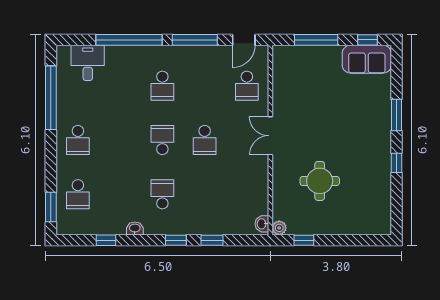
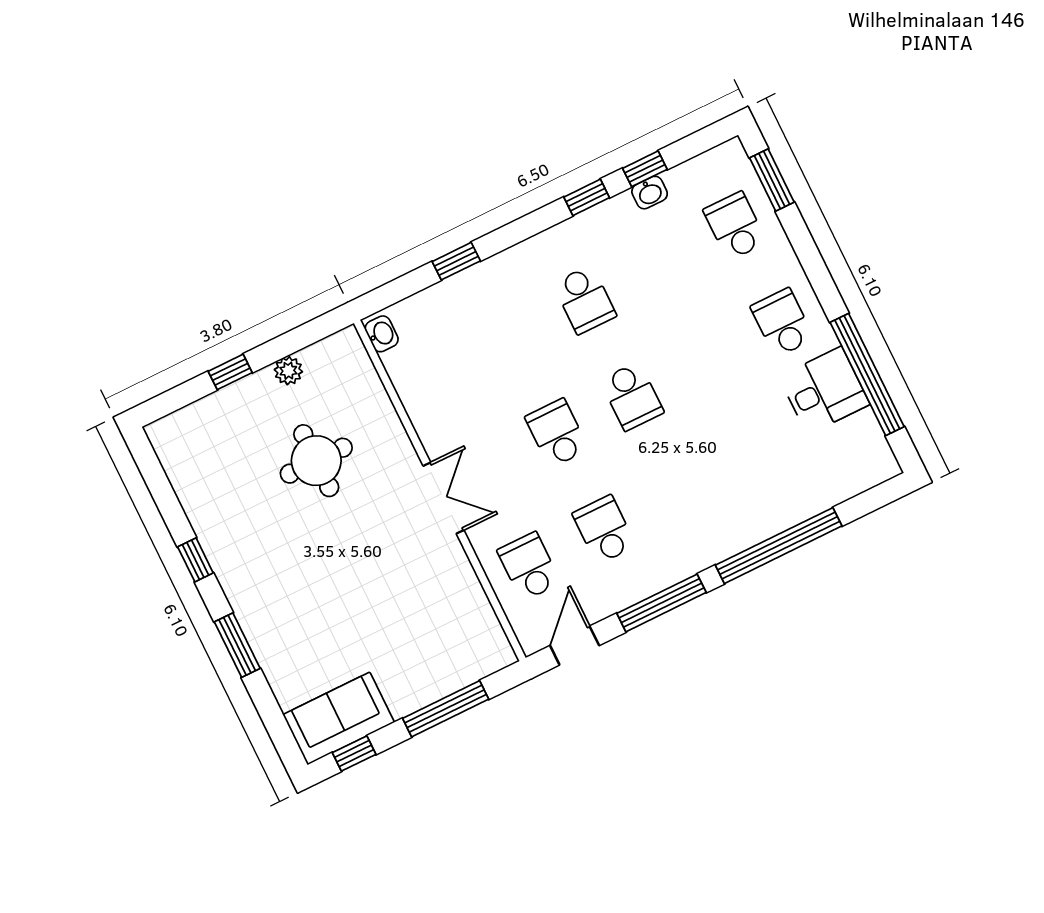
desk: (88, 63) -> (824, 390), moved, turned -90
school desk: (162, 86) -> (604, 530), moved
washbasin: (135, 228) -> (650, 193), moved
plant: (279, 228) -> (288, 371), moved
window: (176, 240) -> (587, 197), moved
window: (304, 240) -> (230, 372), moved

